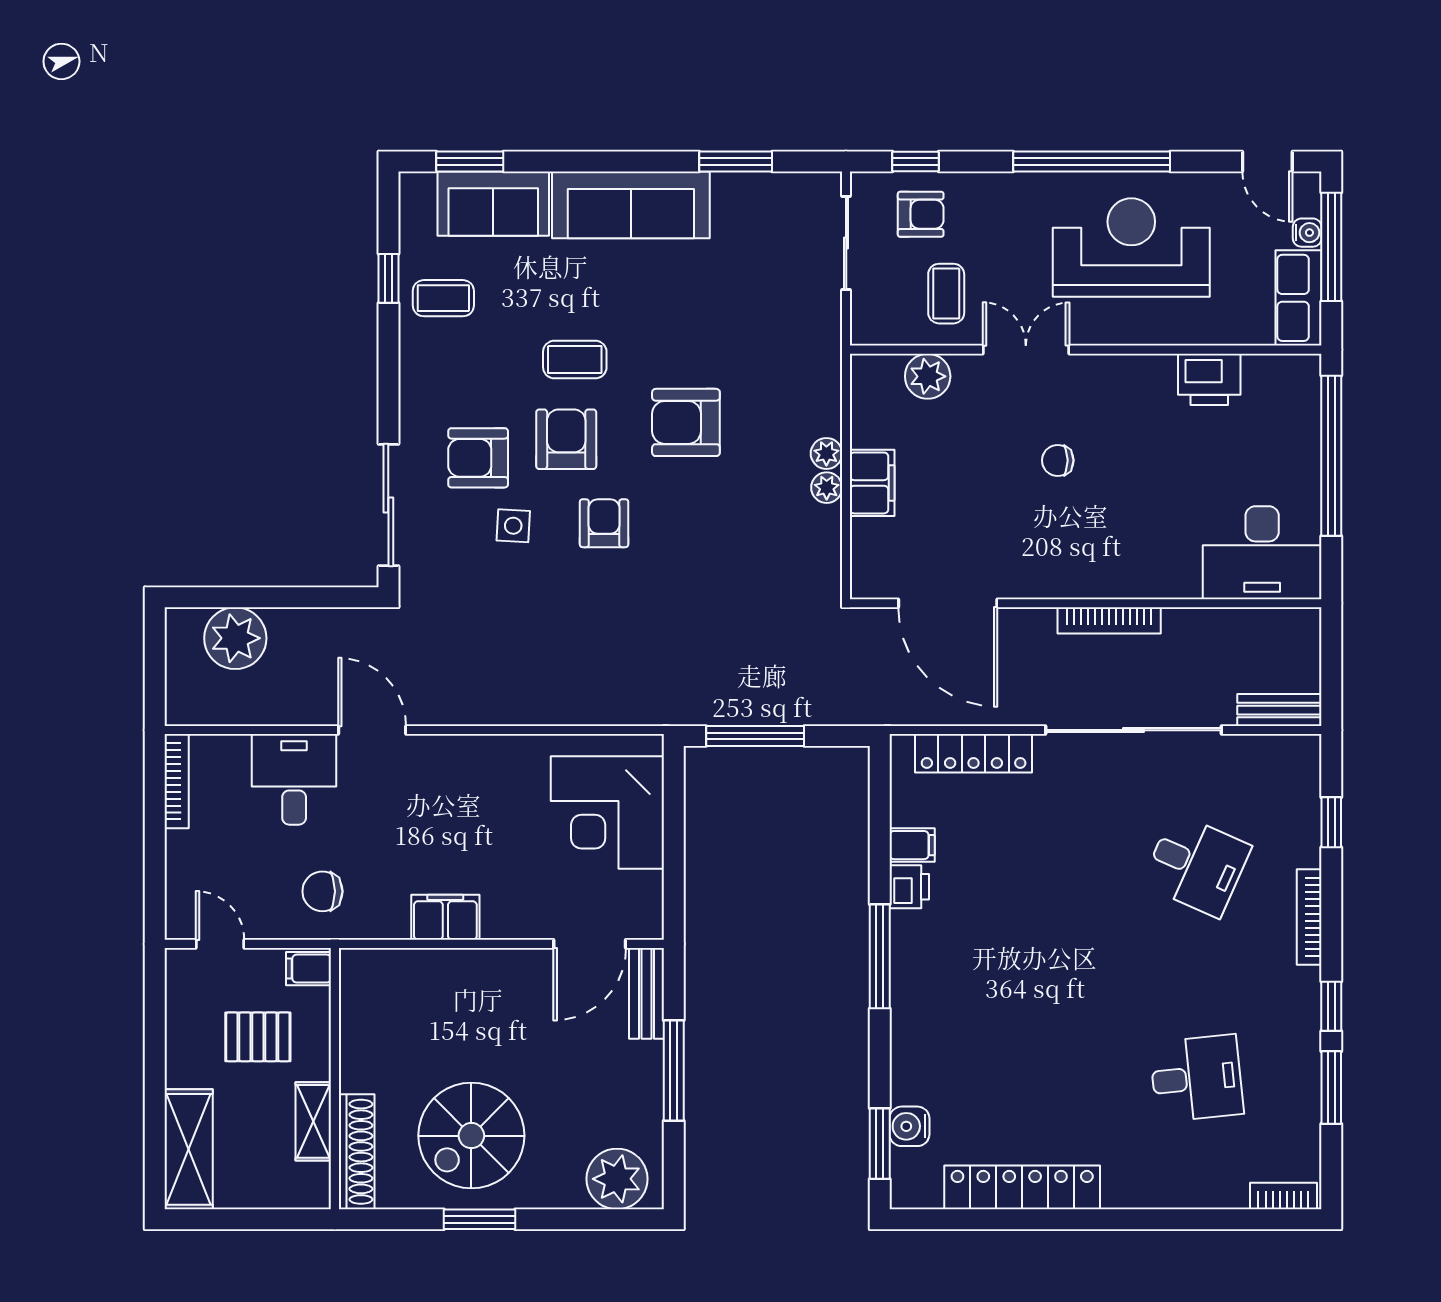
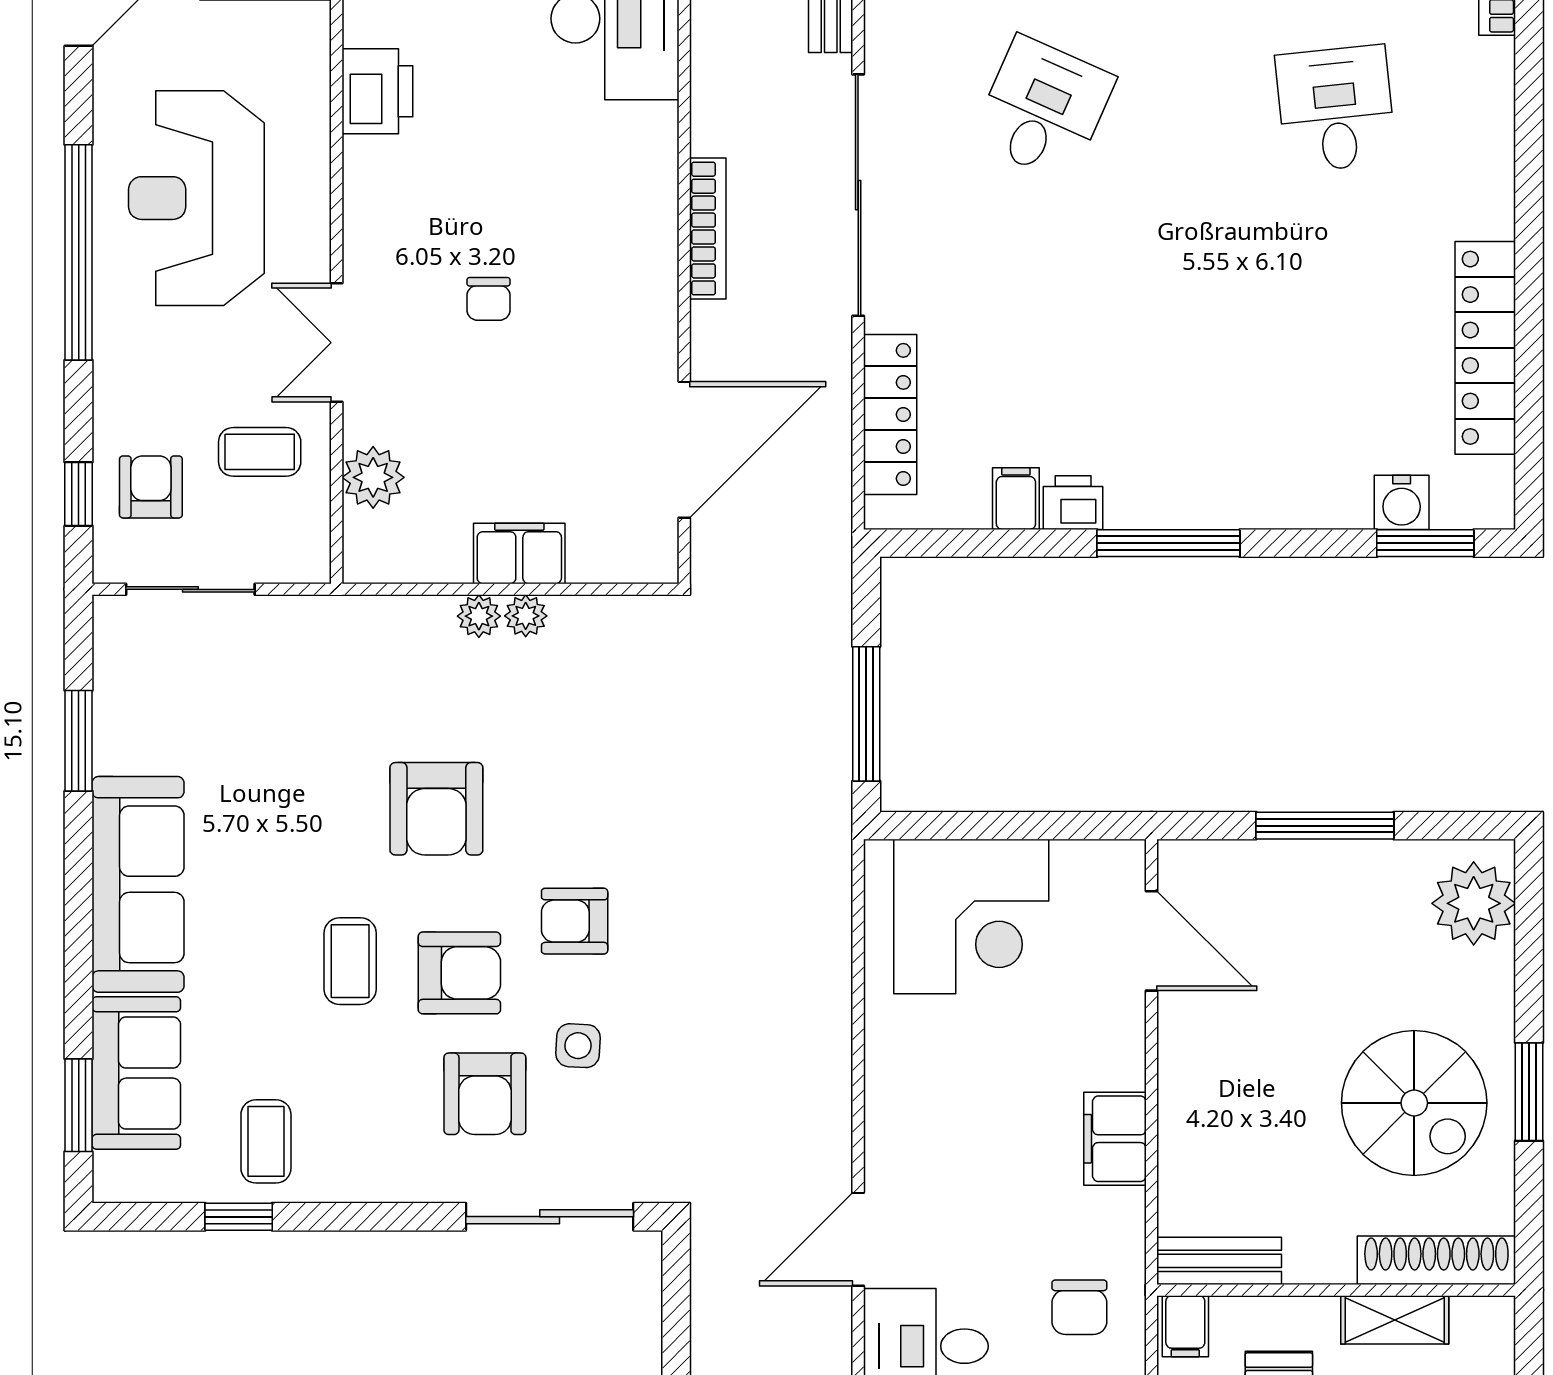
armchair: (566, 439) -> (459, 973), turned 180
bench: (646, 993) -> (1219, 1261), moved

